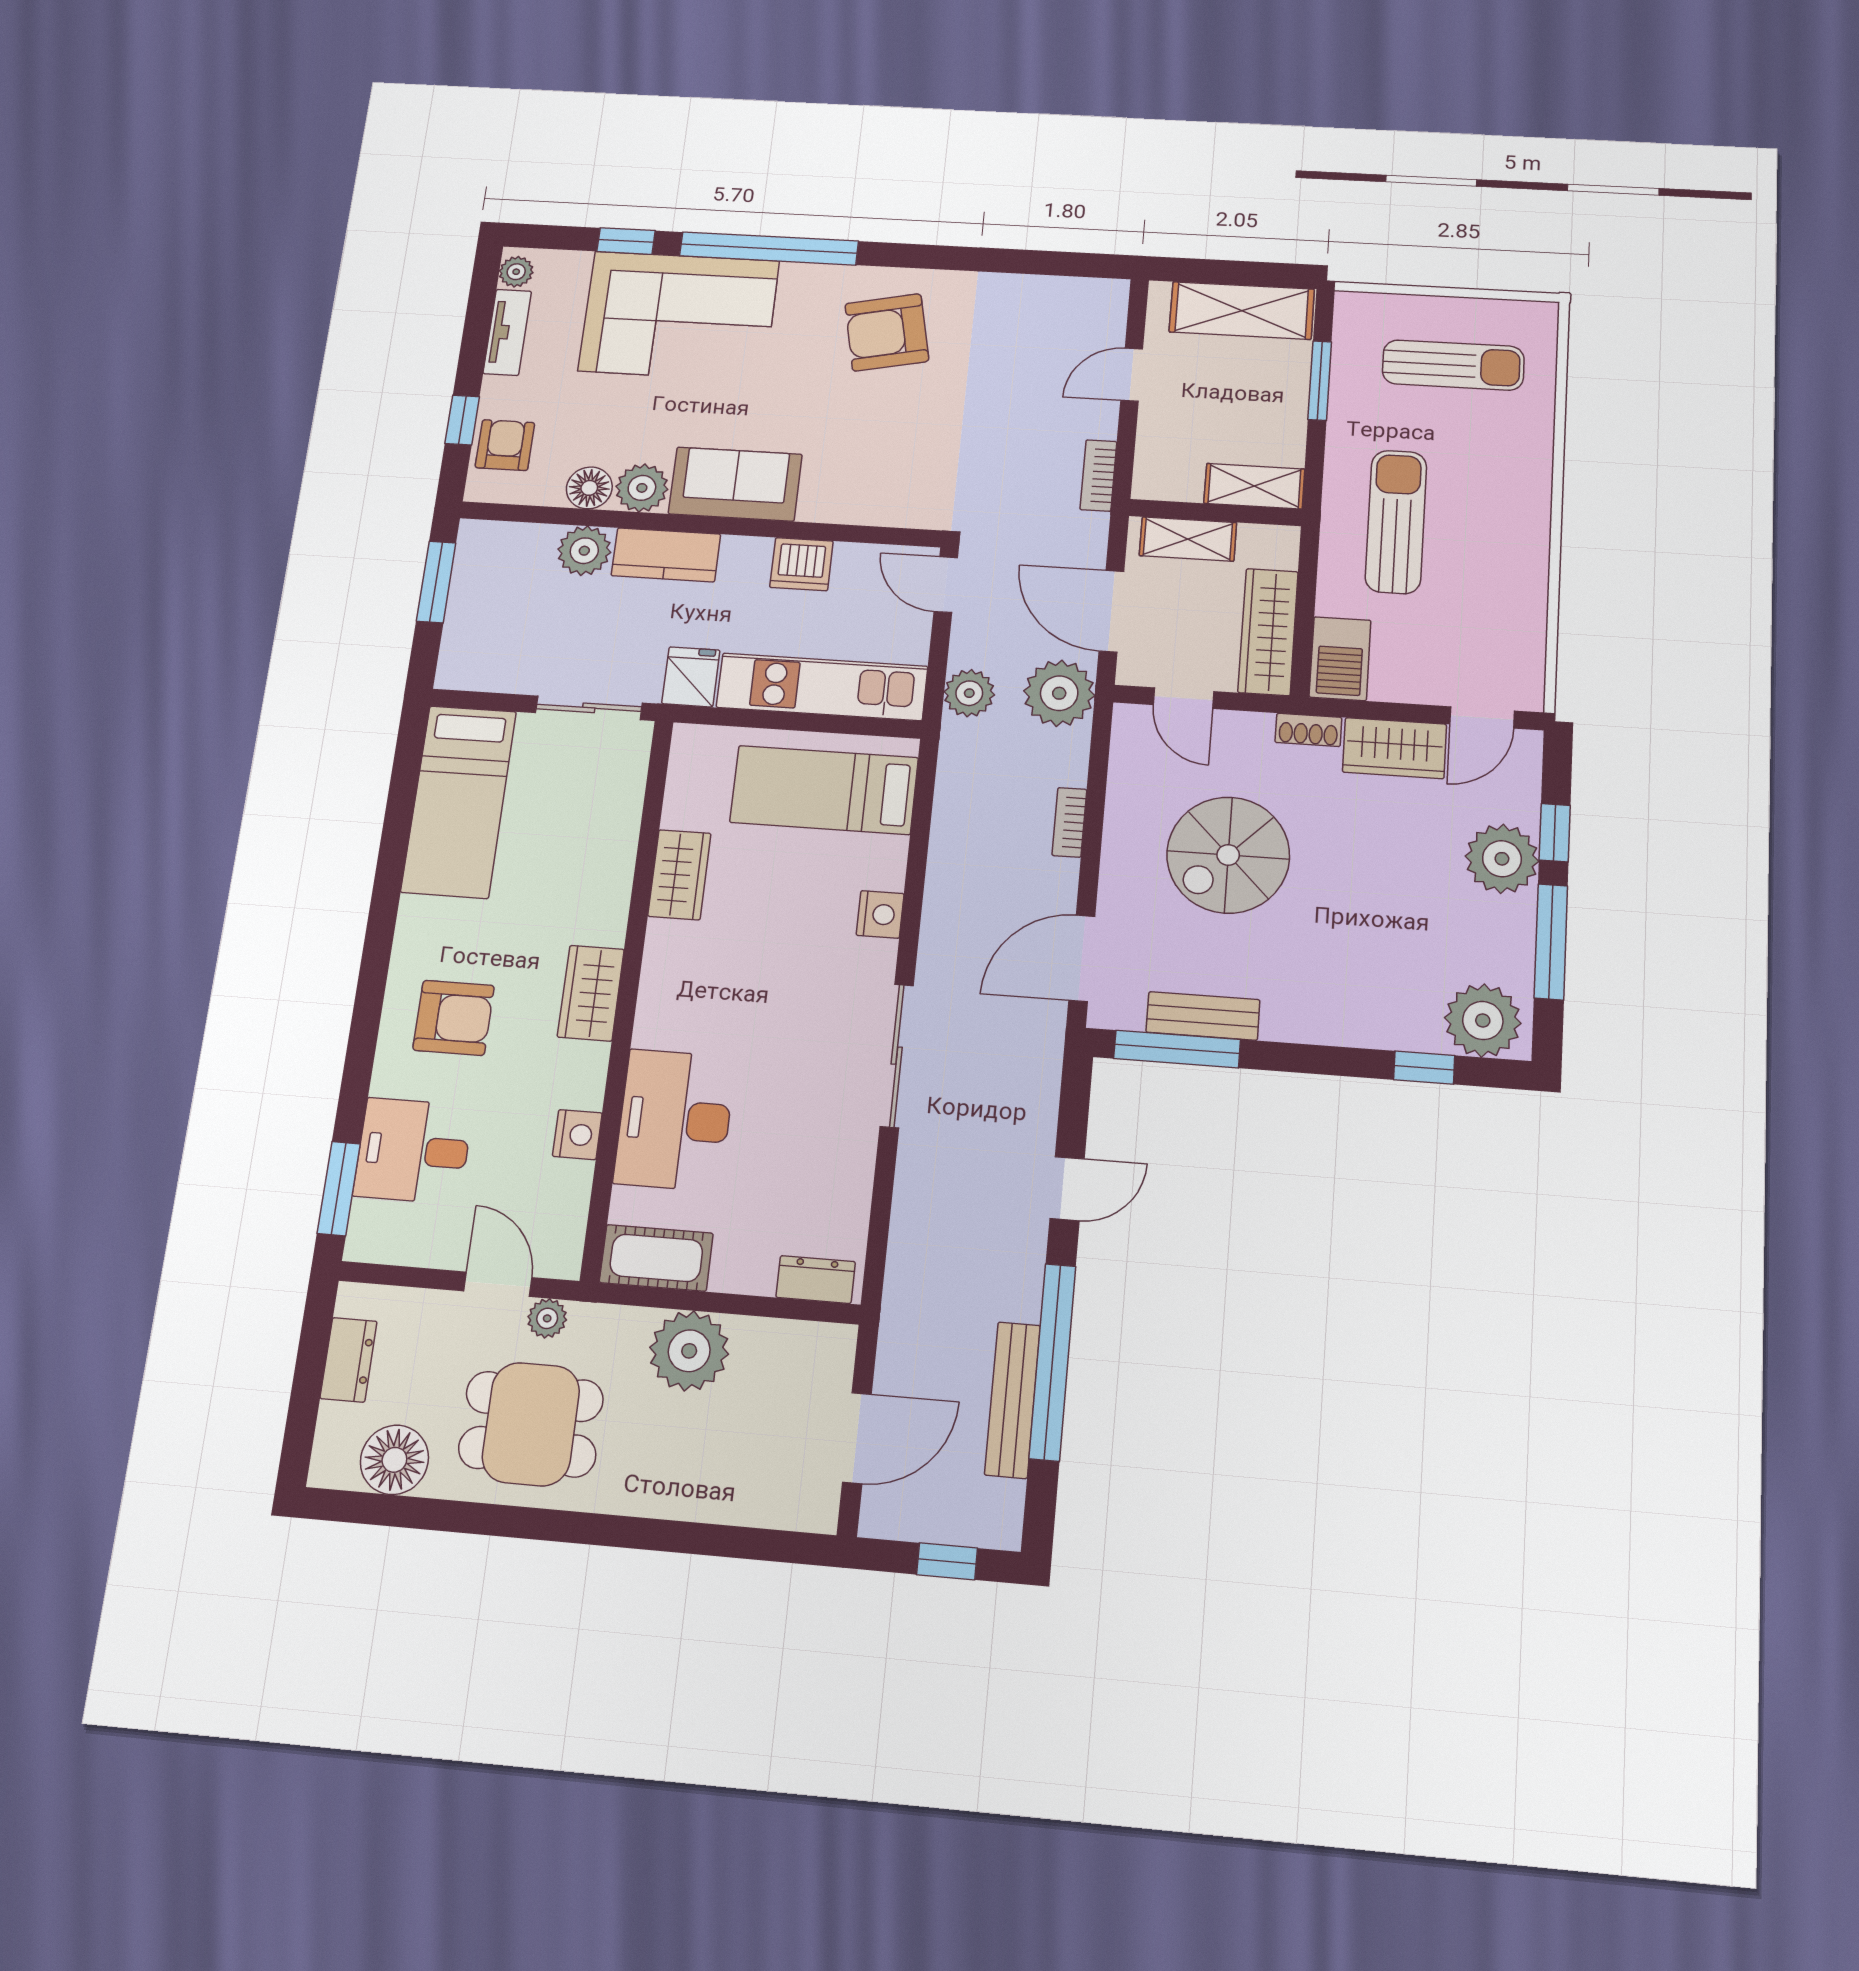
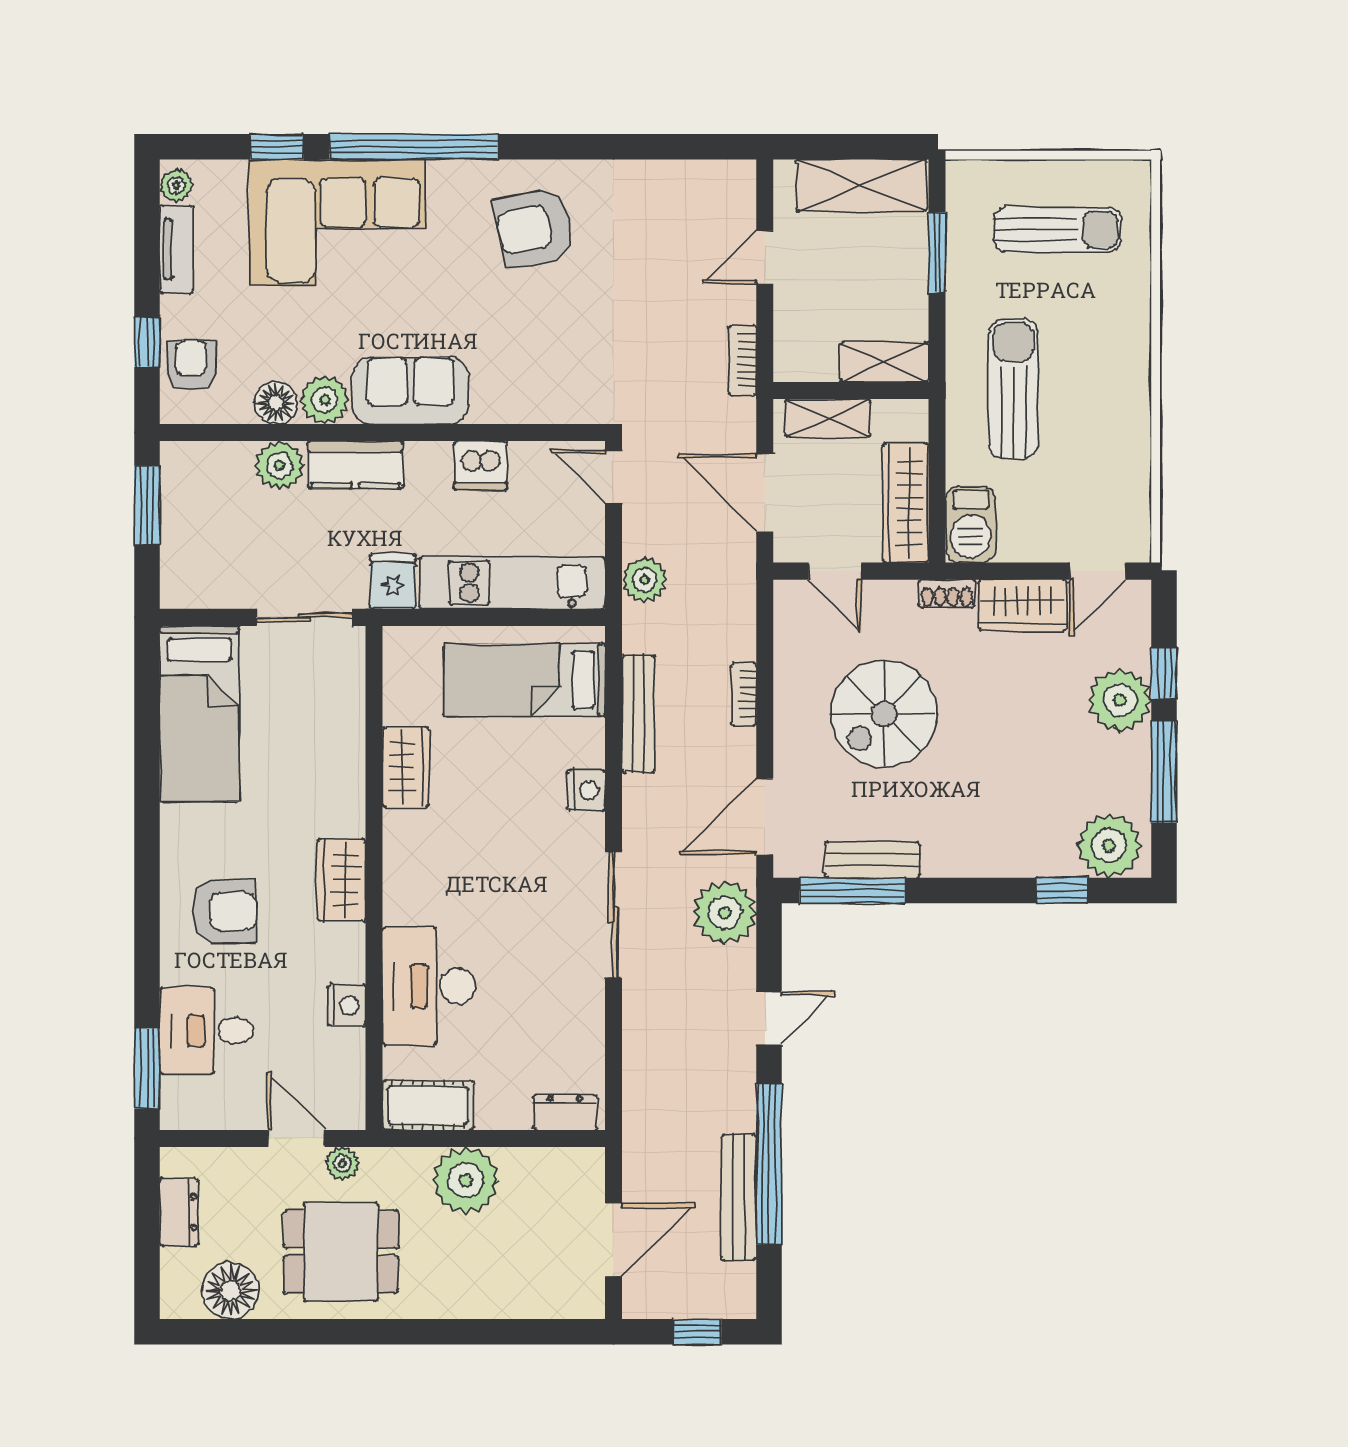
plant: (1059, 693) -> (725, 913), moved
bench: (948, 835) -> (638, 714), added

